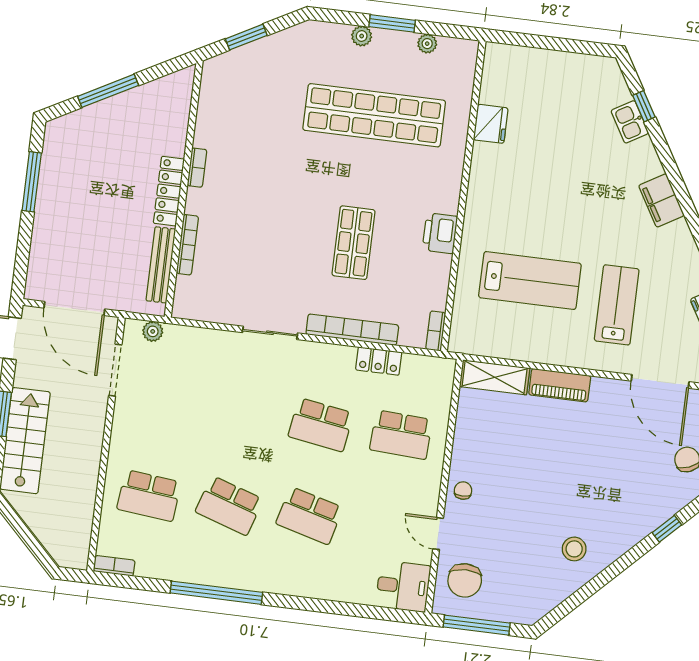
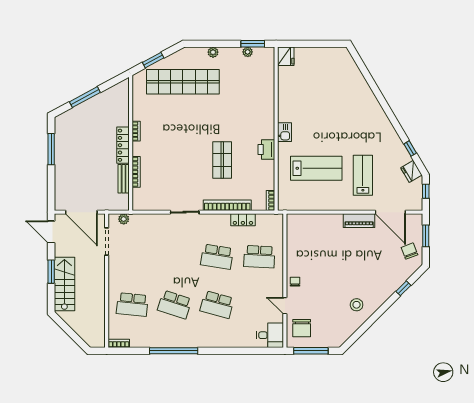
window: (392, 23) -> (253, 44), moved
window: (644, 106) -> (364, 70), removed
shop shelf: (374, 115) -> (183, 82), moved
kitchen sink: (630, 122) -> (285, 132), moved, turned -149
fridge: (491, 124) -> (286, 56), moved
filing cabinet: (661, 200) -> (379, 118), removed
bench: (161, 265) -> (124, 179), width x0.73
shelving: (495, 377) -> (304, 221), removed
piano: (560, 385) -> (359, 221), moved

